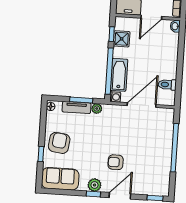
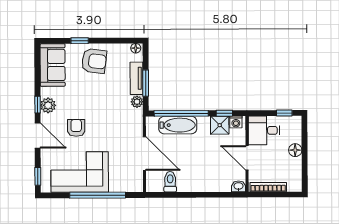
washing machine: (115, 97) -> (236, 122), moved
corner sofa: (154, 162) -> (80, 172), added

